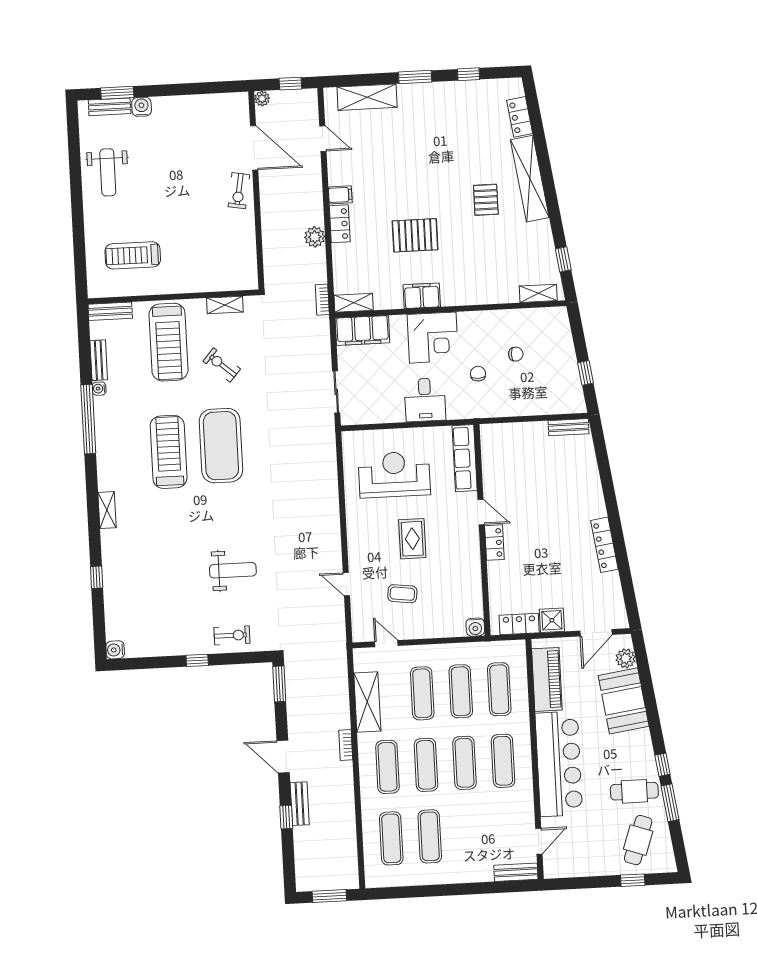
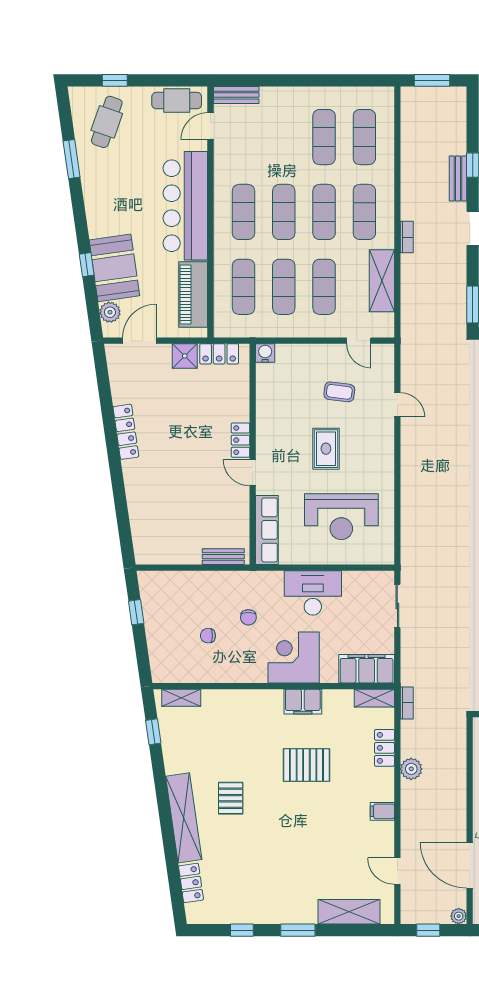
locker: (340, 224) -> (384, 748), moved
desk: (425, 400) -> (313, 593), width x1.37
bench: (569, 427) -> (223, 557), moved
window: (662, 765) -> (87, 265), moved
cafe table: (634, 791) -> (177, 101), moved

